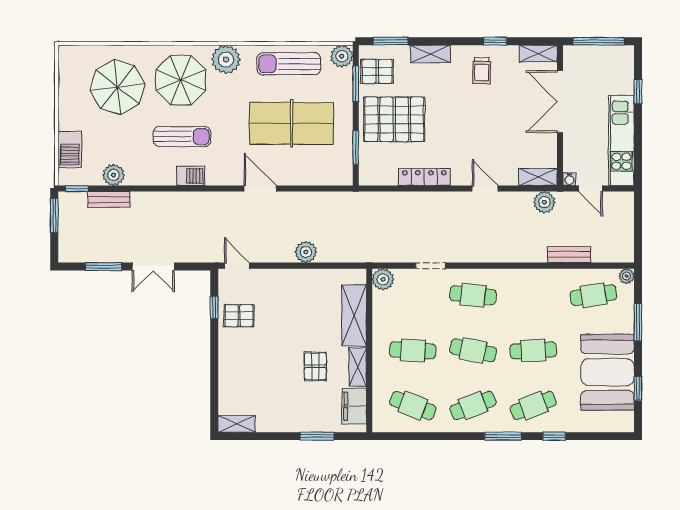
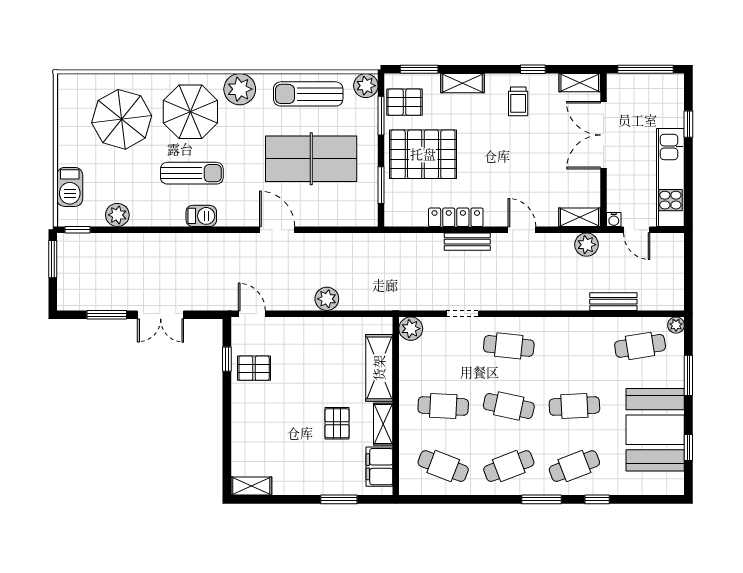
bench: (109, 199) -> (467, 242), moved

